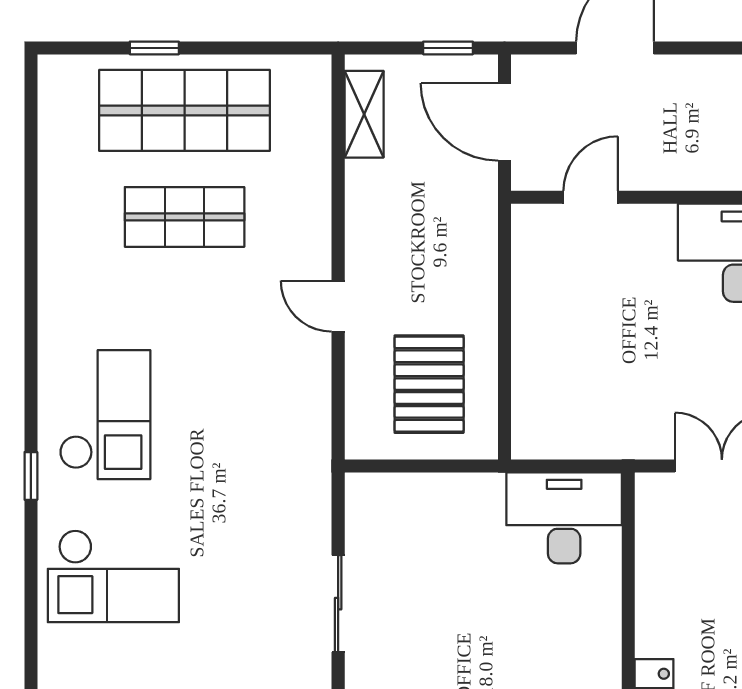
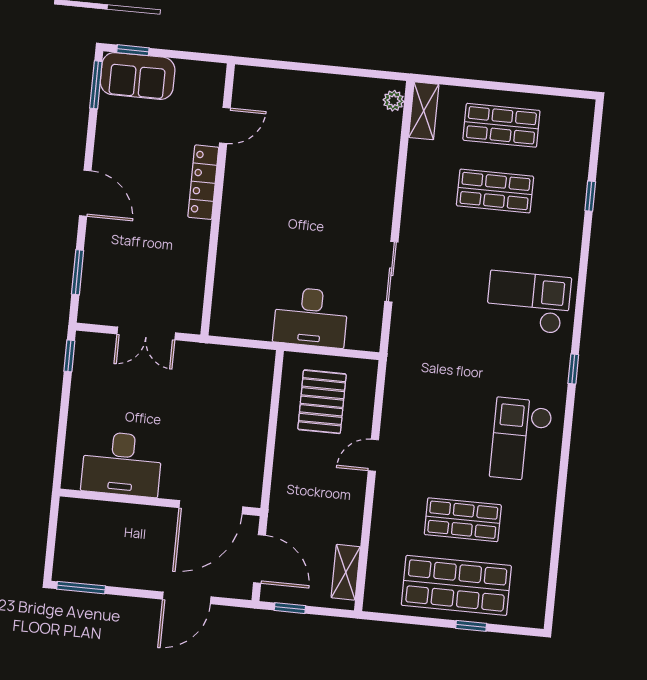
door: (591, 197) -> (211, 507), width x1.88
door: (338, 306) -> (373, 455), swing flipped
checkout: (105, 415) -> (521, 439), moved
desk: (564, 518) -> (311, 317), moved

